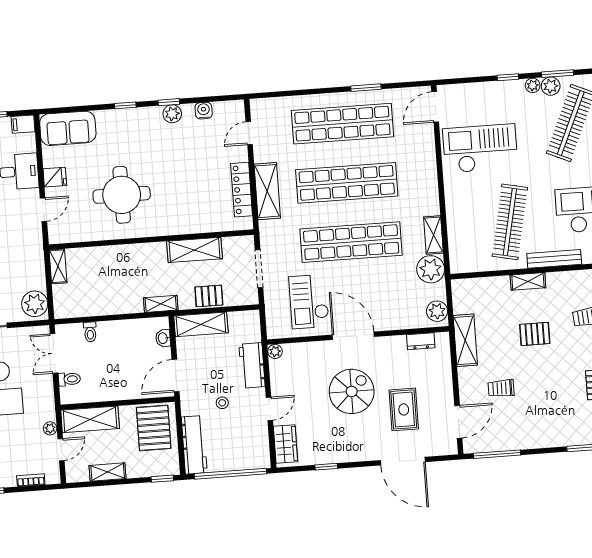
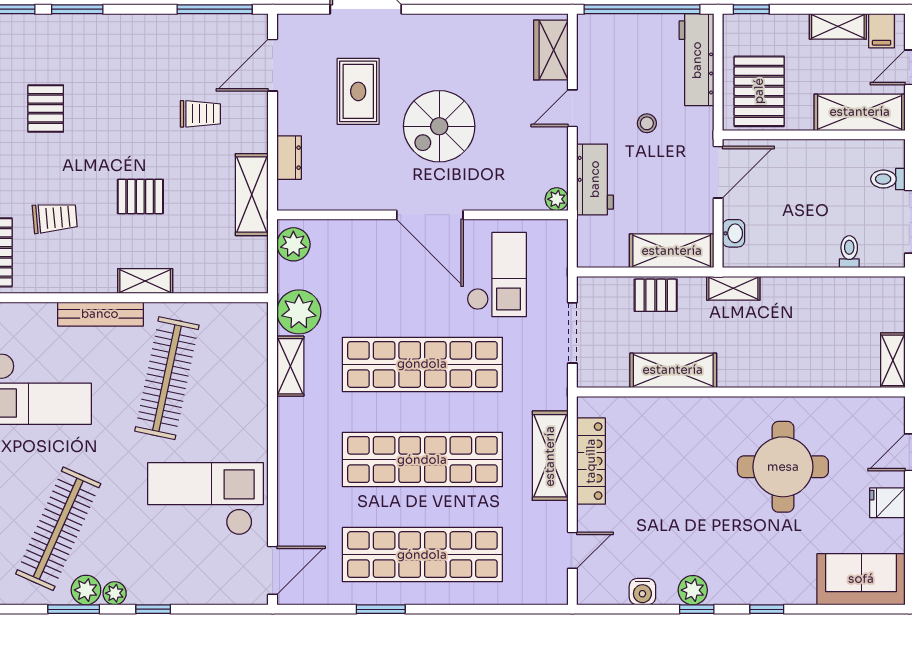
checkout: (480, 148) -> (206, 499), turned 180
dresser: (421, 341) -> (289, 158), moved, turned 90
window: (326, 467) -> (489, 9), removed
filing cabinet: (80, 471) -> (882, 31), added

